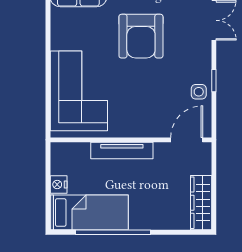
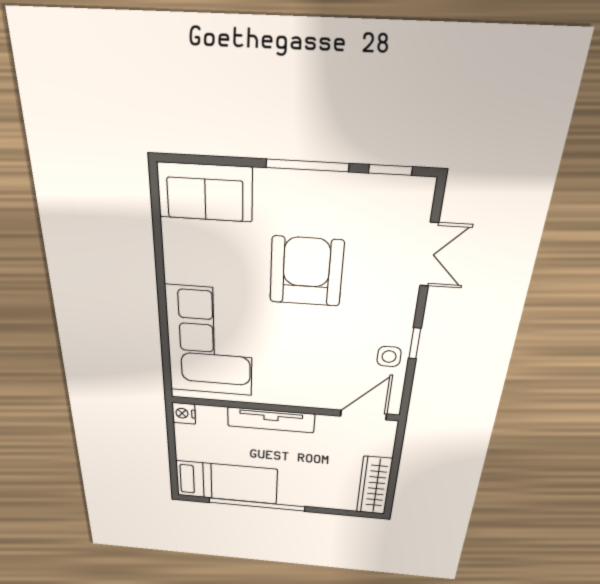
armchair: (141, 36) -> (306, 272), turned 180
nightstand: (59, 185) -> (184, 413), moved

